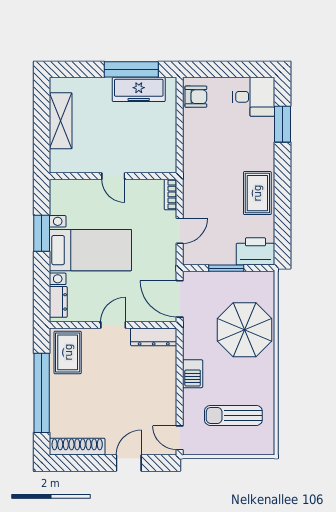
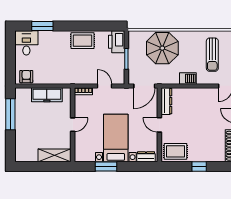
freezer: (139, 89) -> (47, 95), moved, turned 90
shelving: (61, 121) -> (55, 155), moved
window: (42, 393) -> (199, 166), width x0.32

